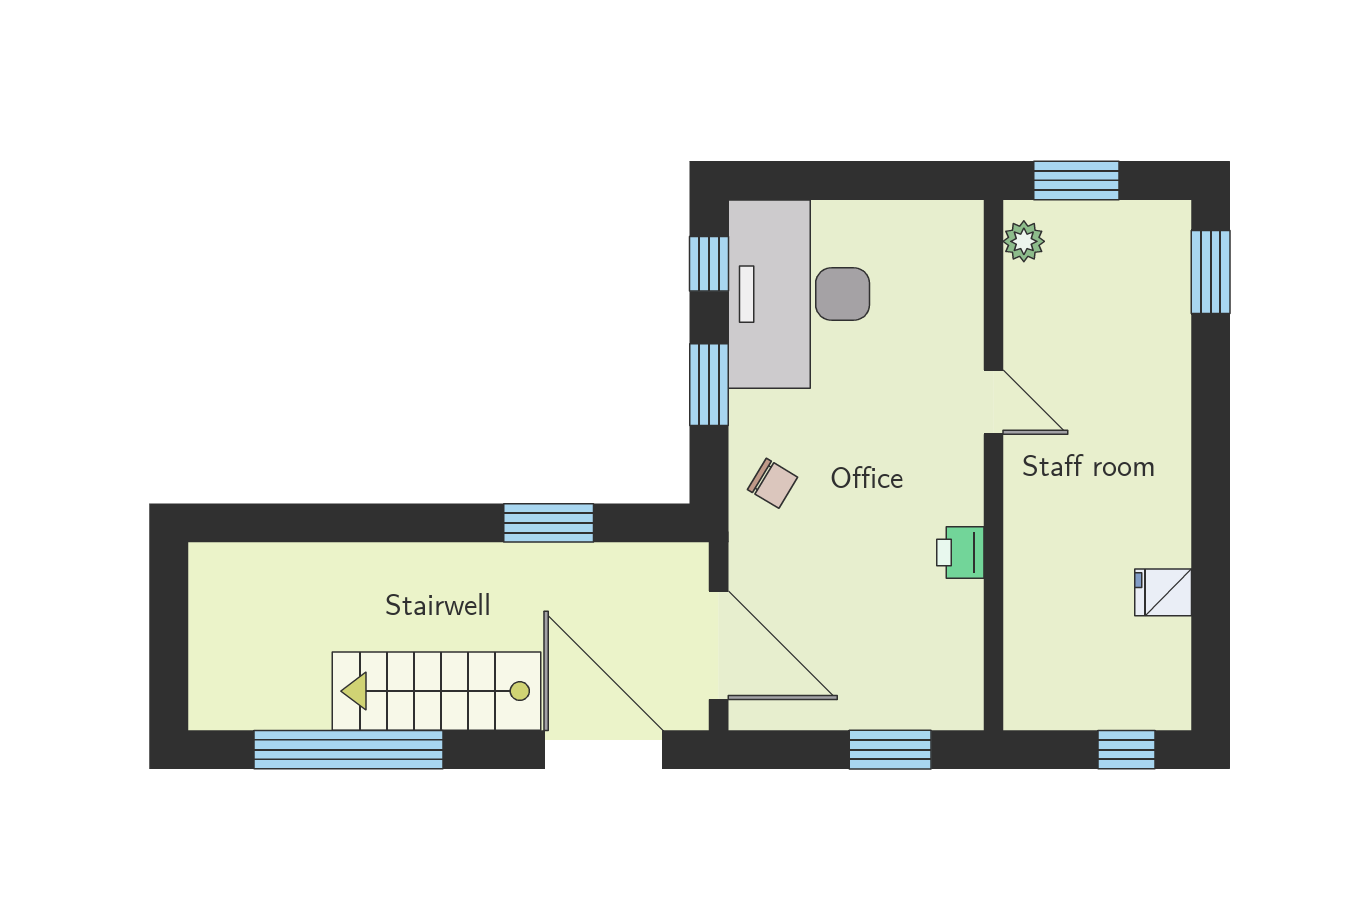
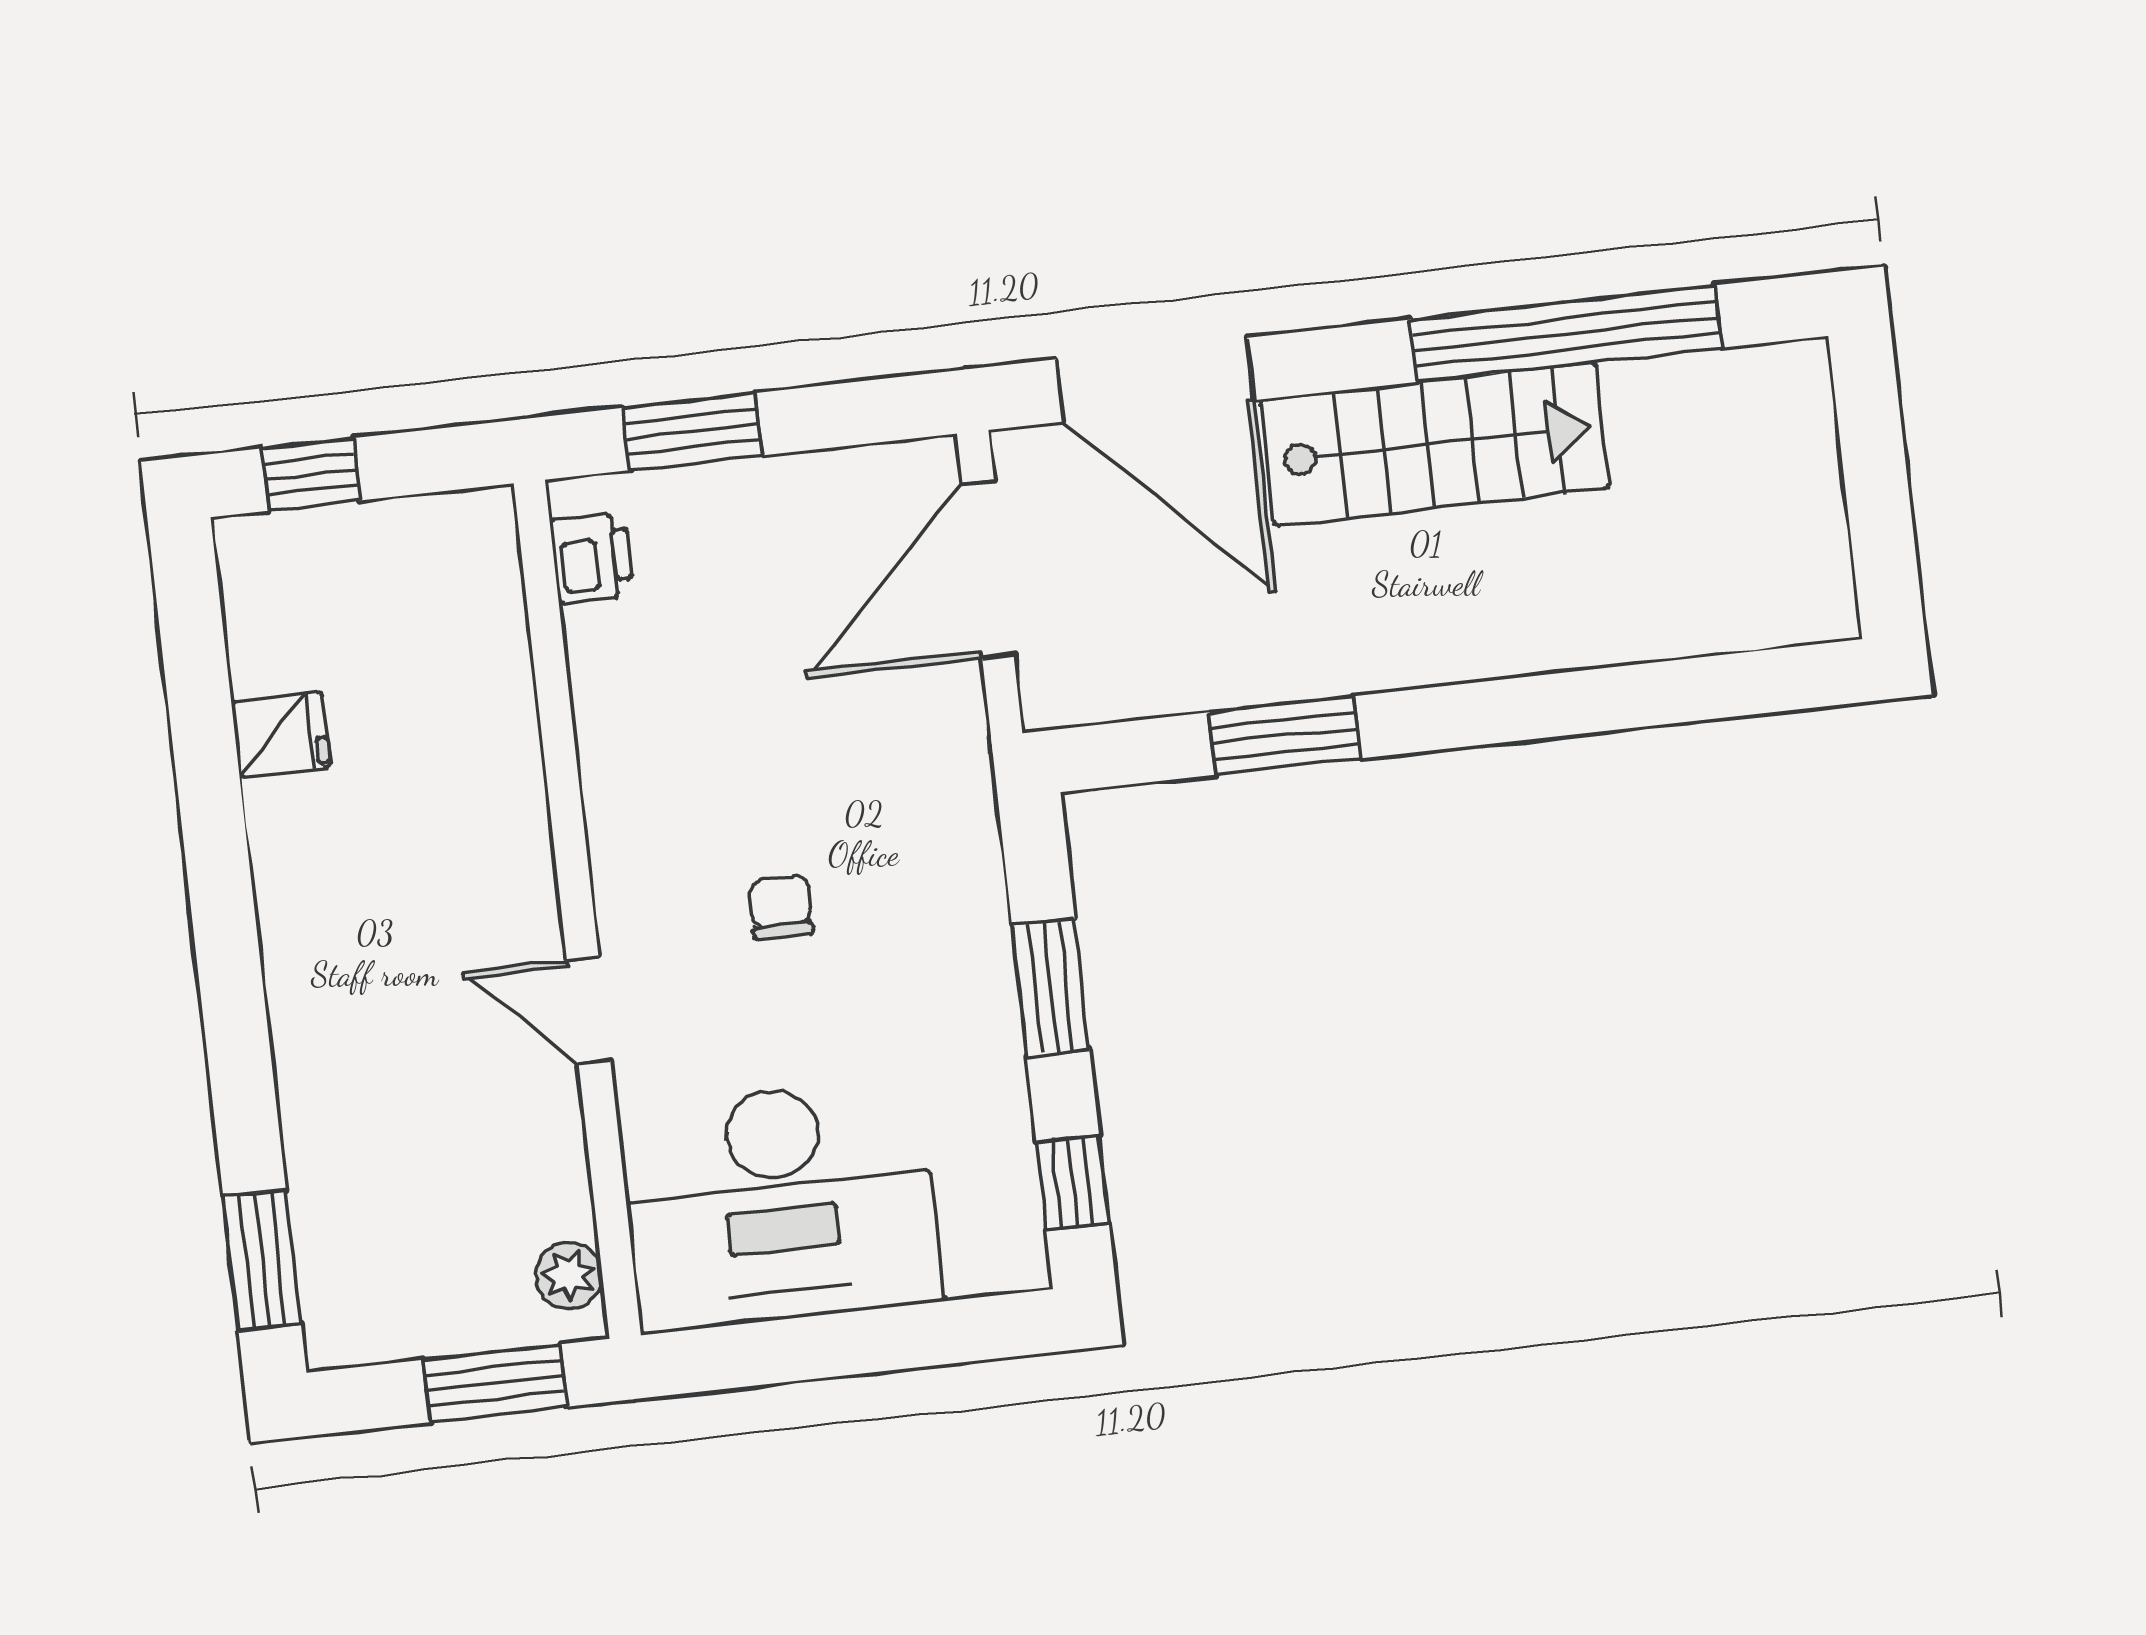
desk: (799, 294) -> (781, 1204), moved, turned 90
chair: (773, 483) -> (781, 907), moved, turned 59
printer: (960, 552) -> (592, 557), moved
door: (719, 645) -> (988, 569), hinge flipped

